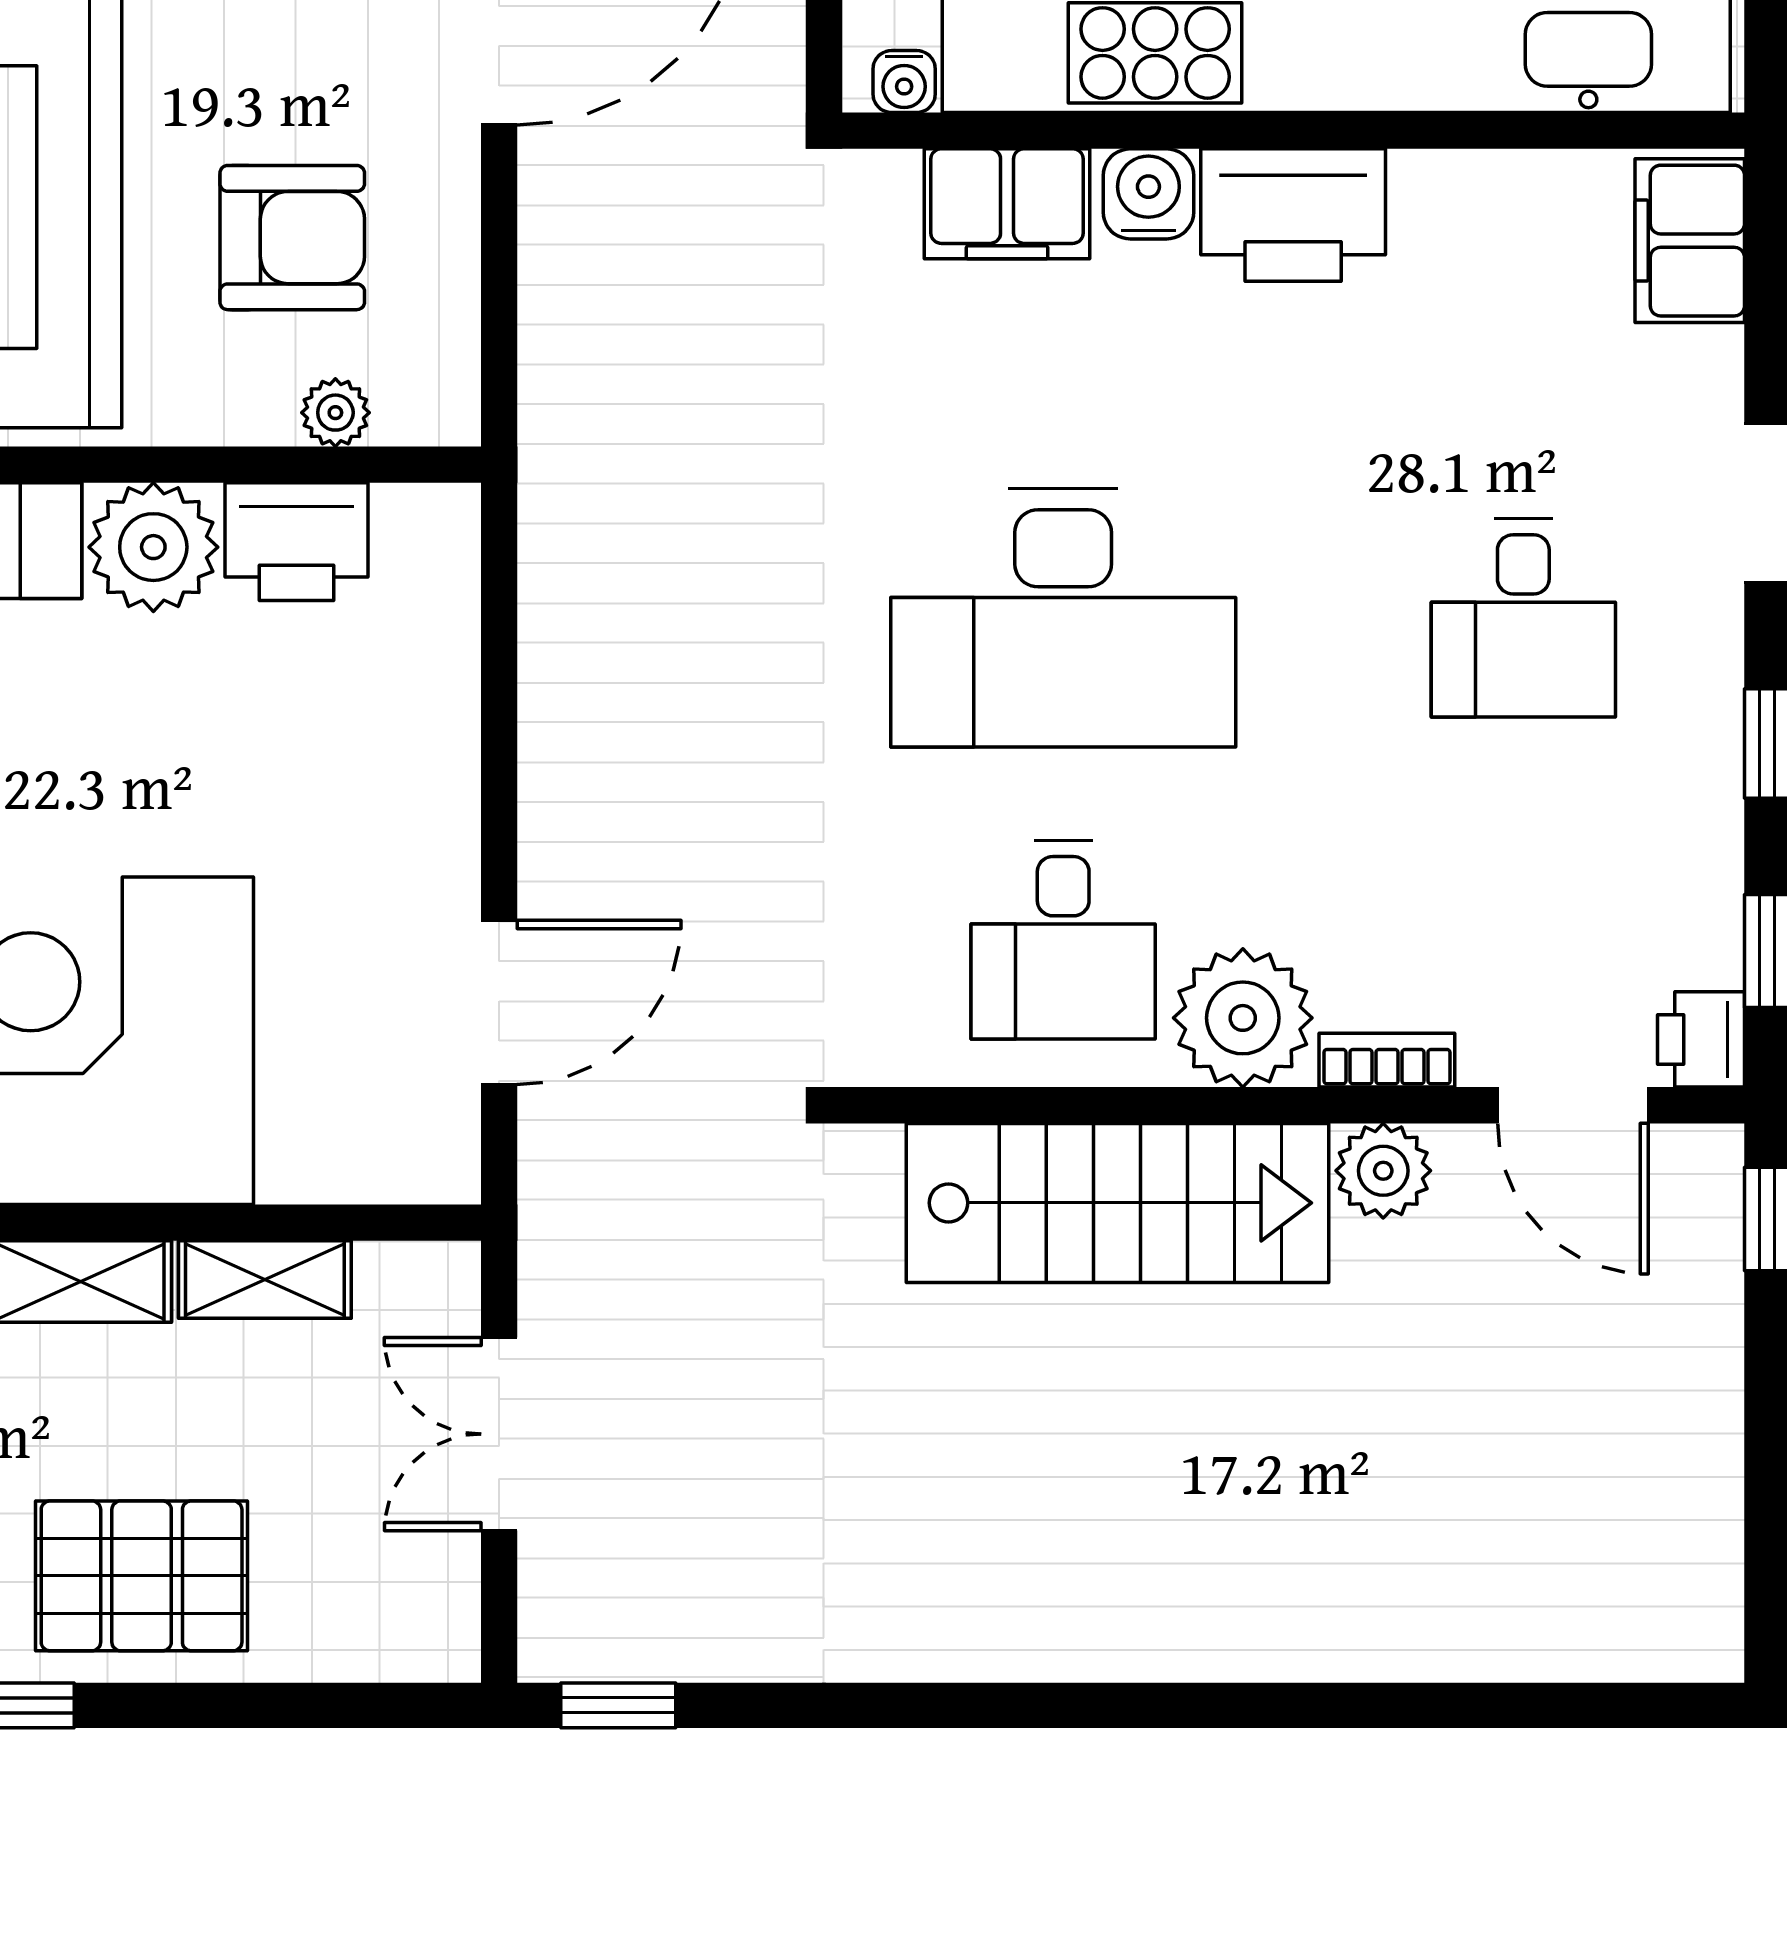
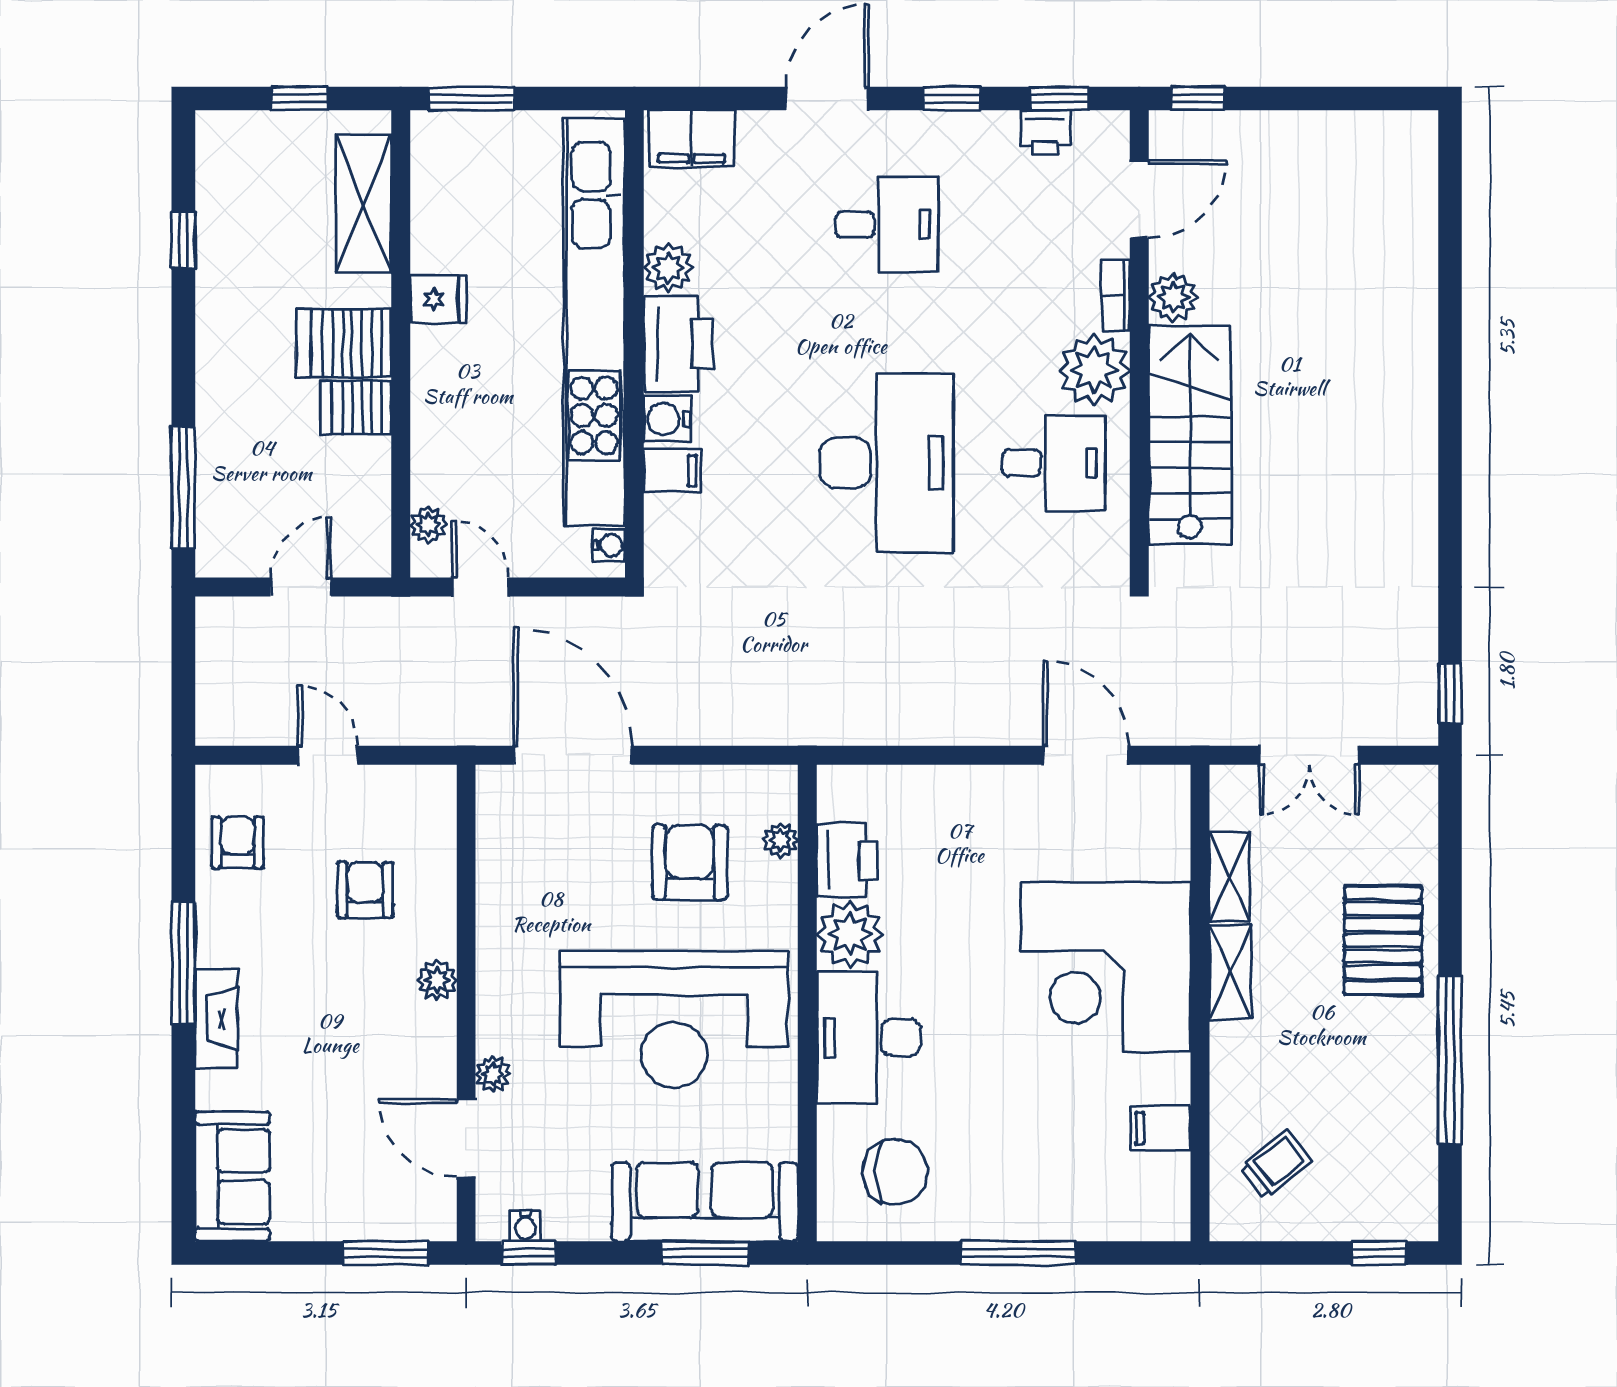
plant: (1440, 196) -> (668, 268), added
filing cabinet: (1007, 204) -> (672, 471), width x0.50
printer: (1701, 1039) -> (1045, 133), moved

